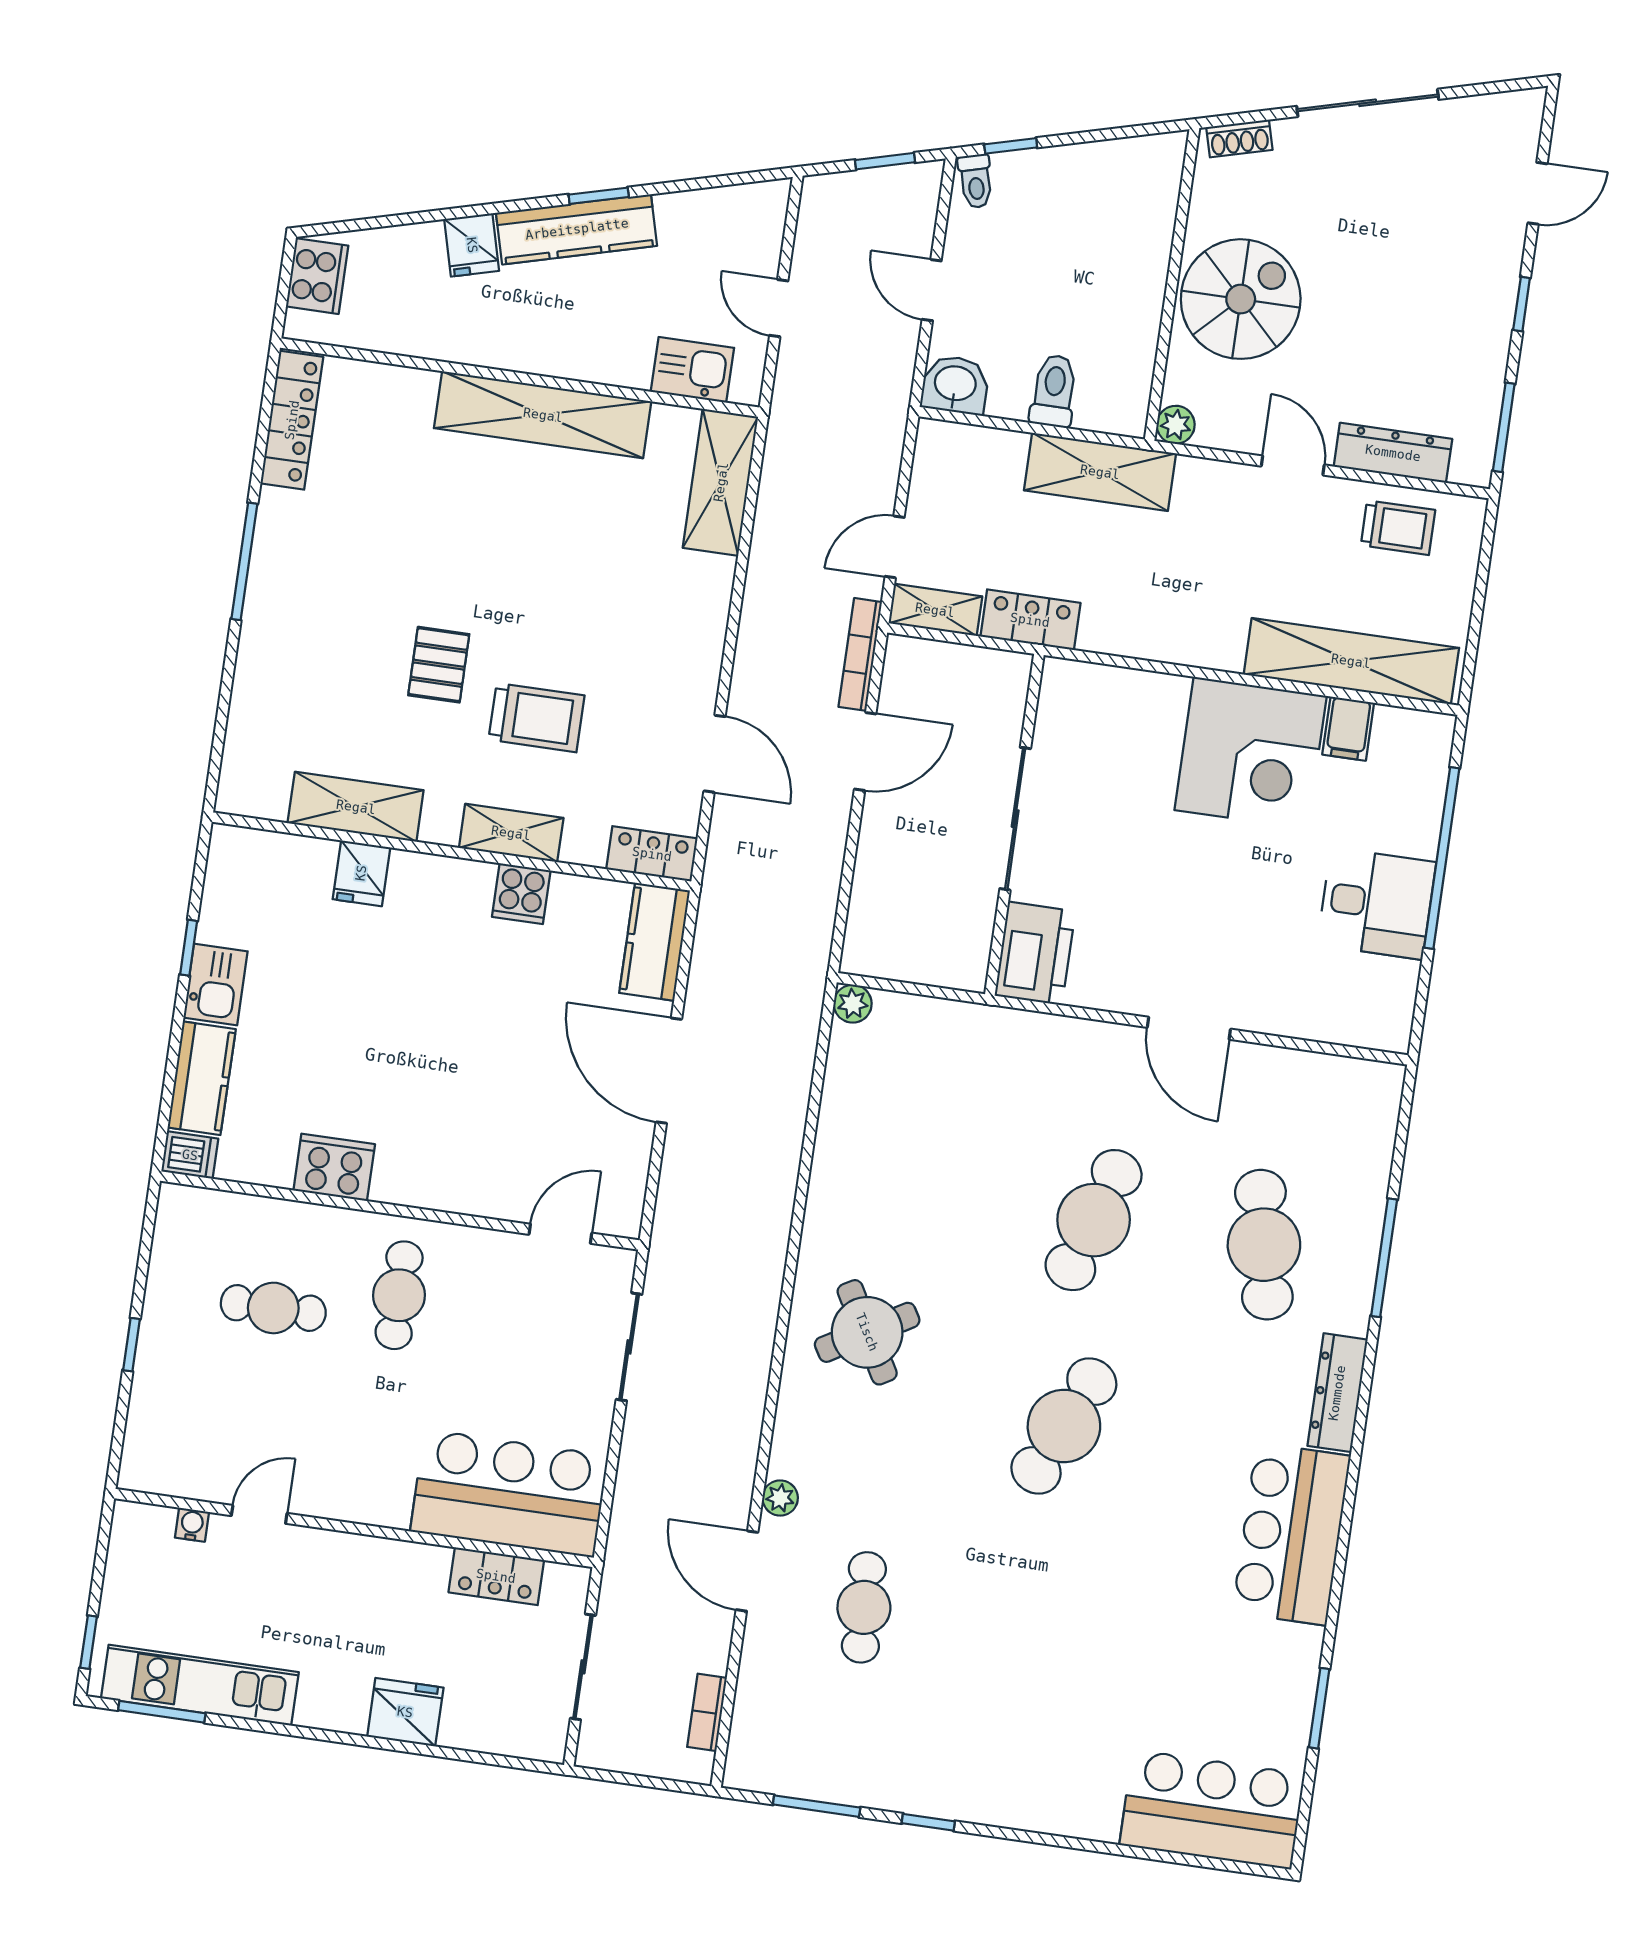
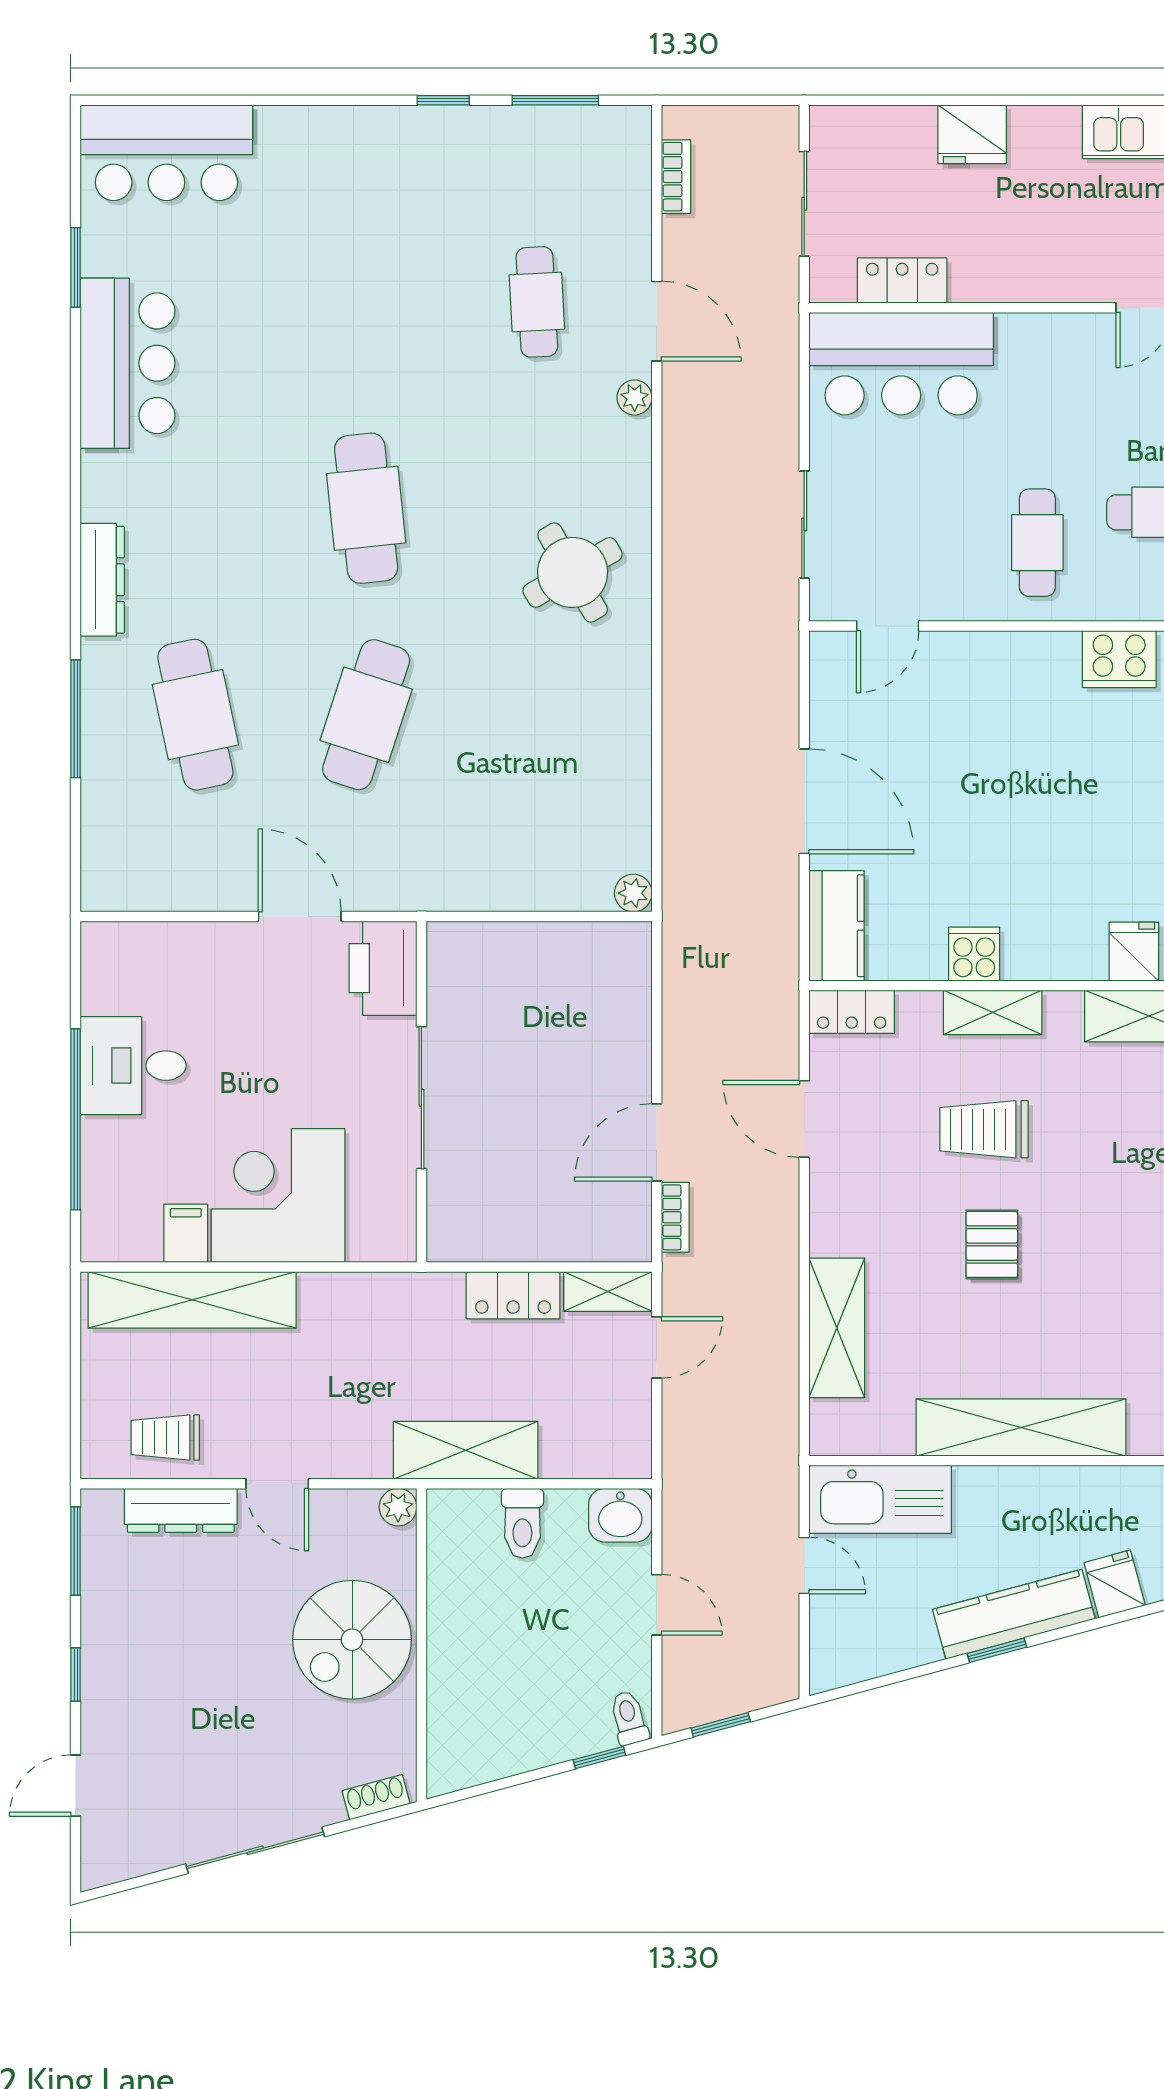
kitchen sink: (692, 370) -> (880, 1499), width x1.88, depth x1.24
shelving: (721, 482) -> (837, 1328), moved
bookcase: (860, 654) -> (675, 1217), width x0.64
pallet: (439, 665) -> (992, 1244), moved
sliding door: (1015, 819) -> (421, 1098), moved
wall: (1014, 825) -> (421, 1092), moved
printer: (1035, 953) -> (383, 968), moved
cafe table: (1064, 1426) -> (366, 508), turned -30
bar counter: (1291, 1534) -> (128, 363), moved

